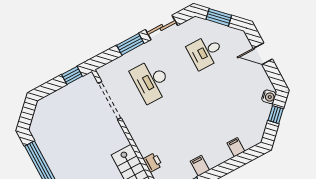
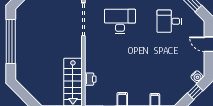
desk: (151, 81) -> (120, 21), turned 90

